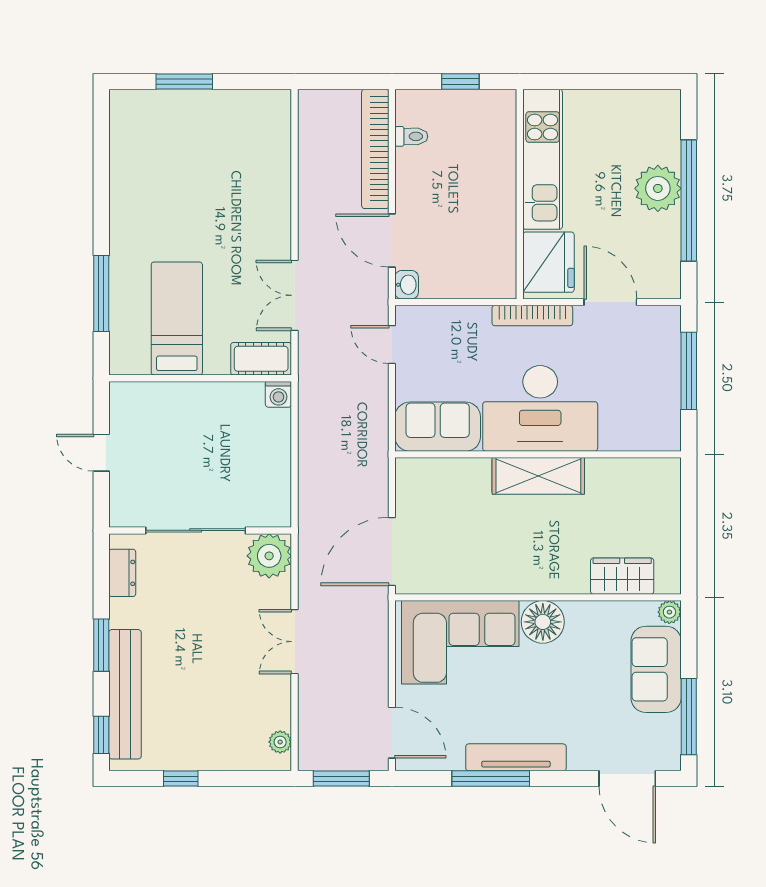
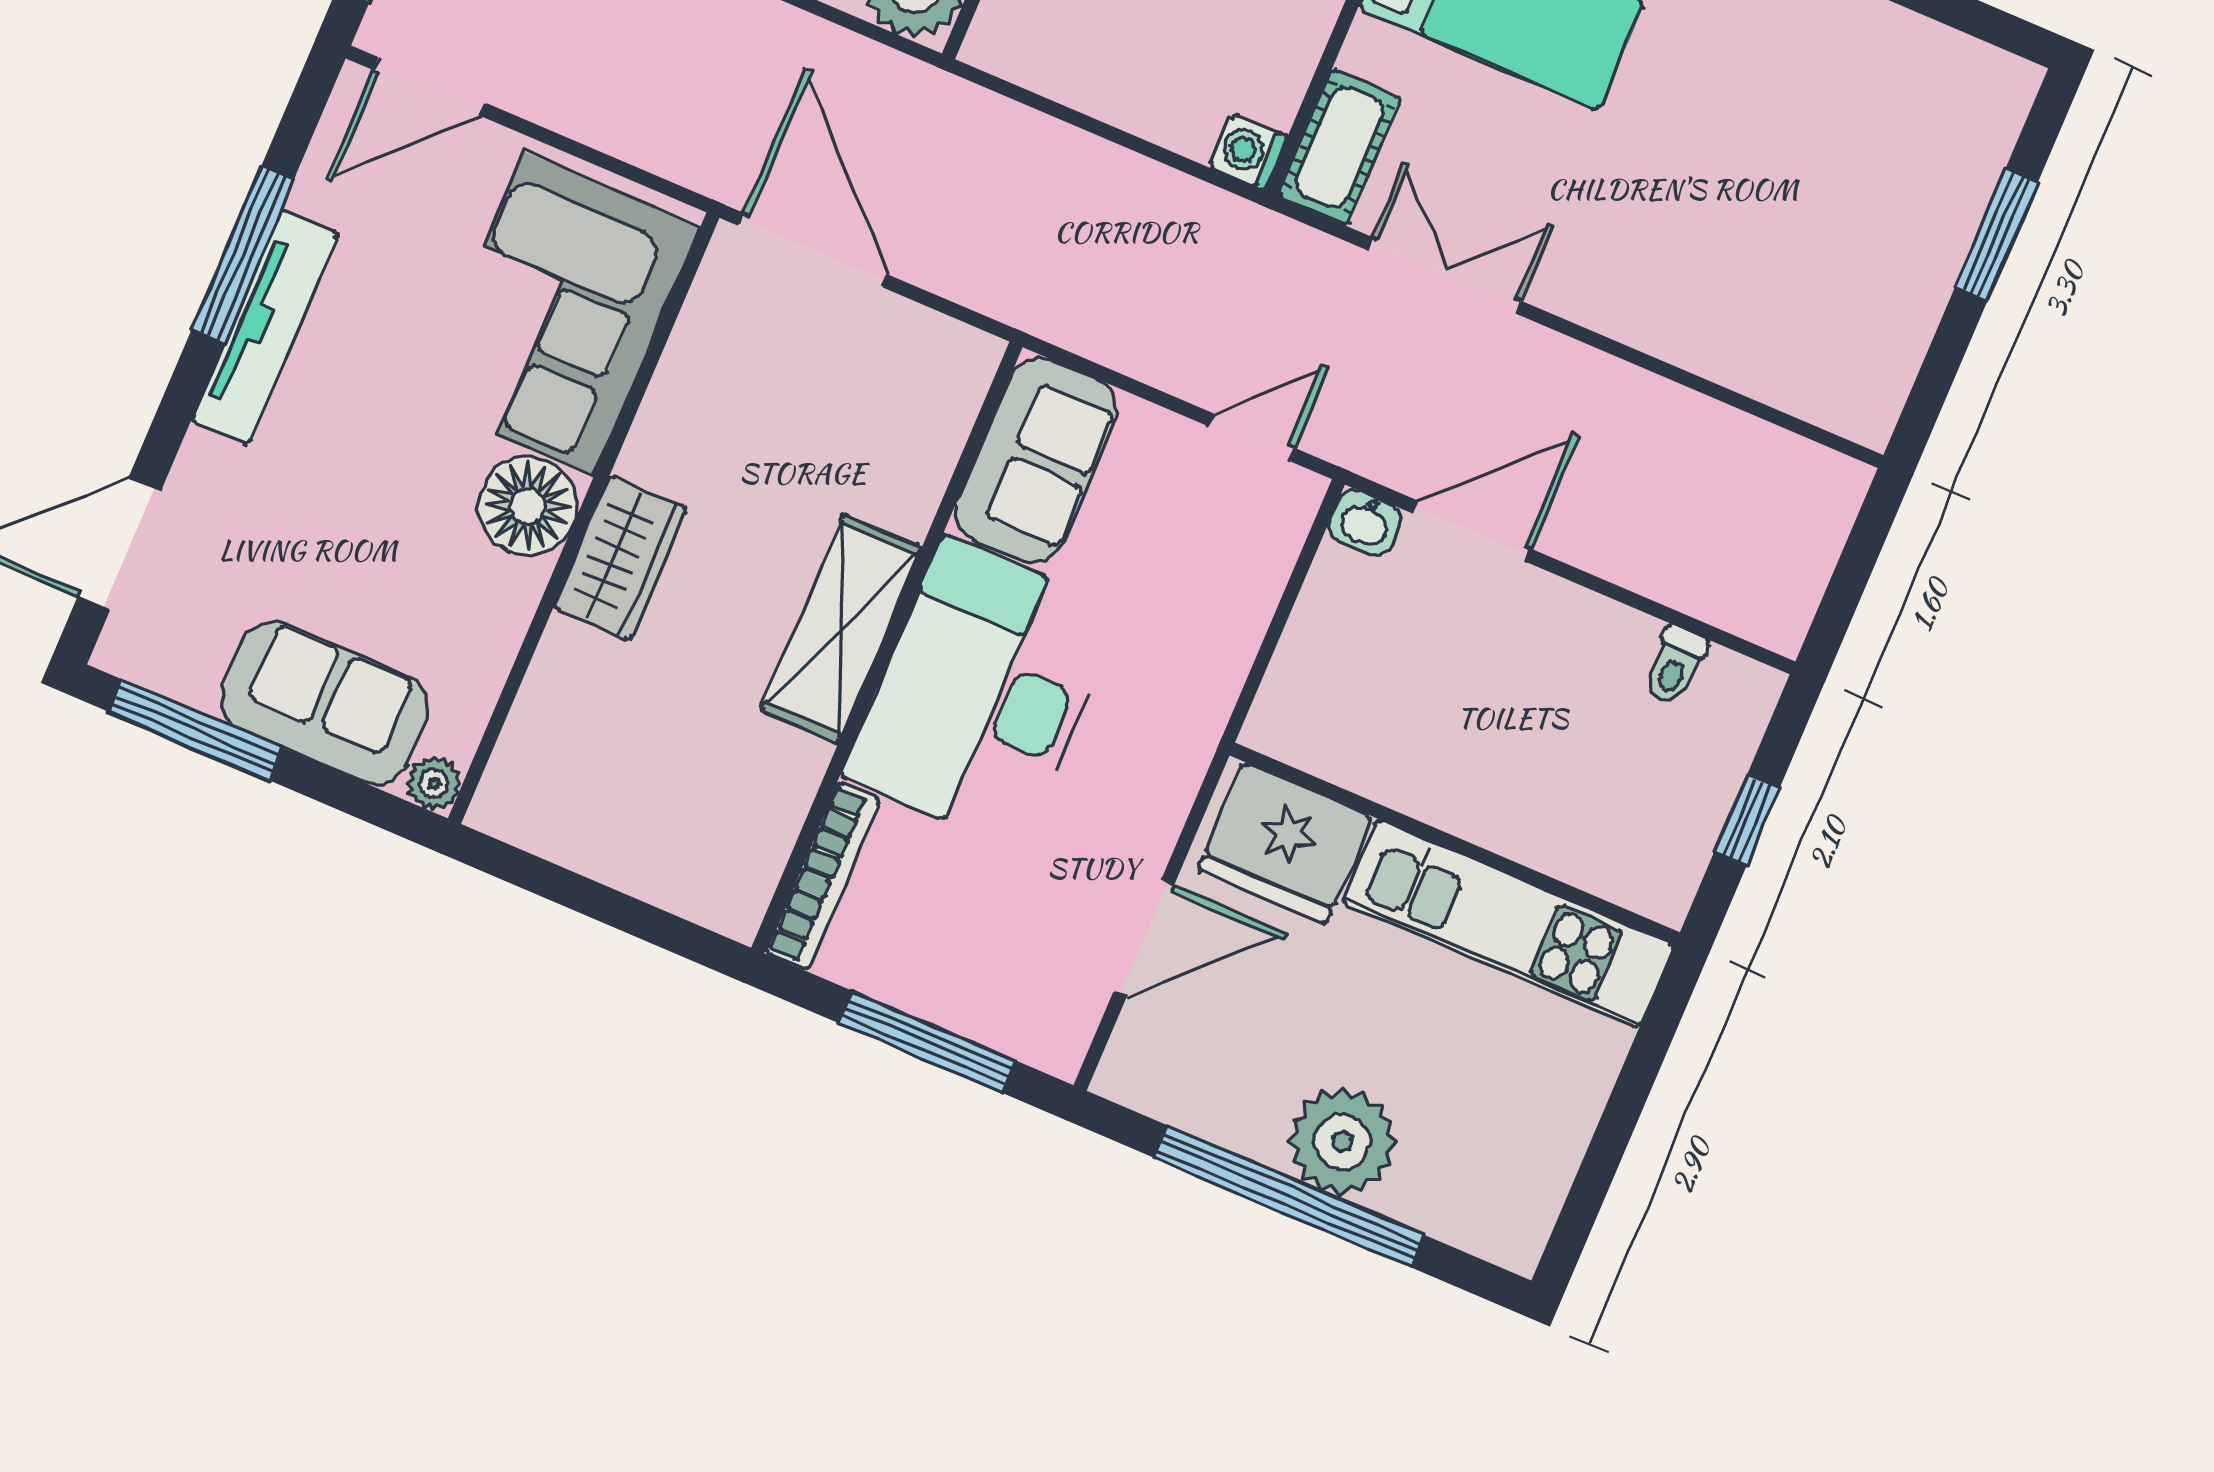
bookcase: (375, 149) -> (1681, 579), removed
bookcase: (532, 316) -> (823, 876), moved, turned 180
wardrobe: (622, 576) -> (620, 558), moved

